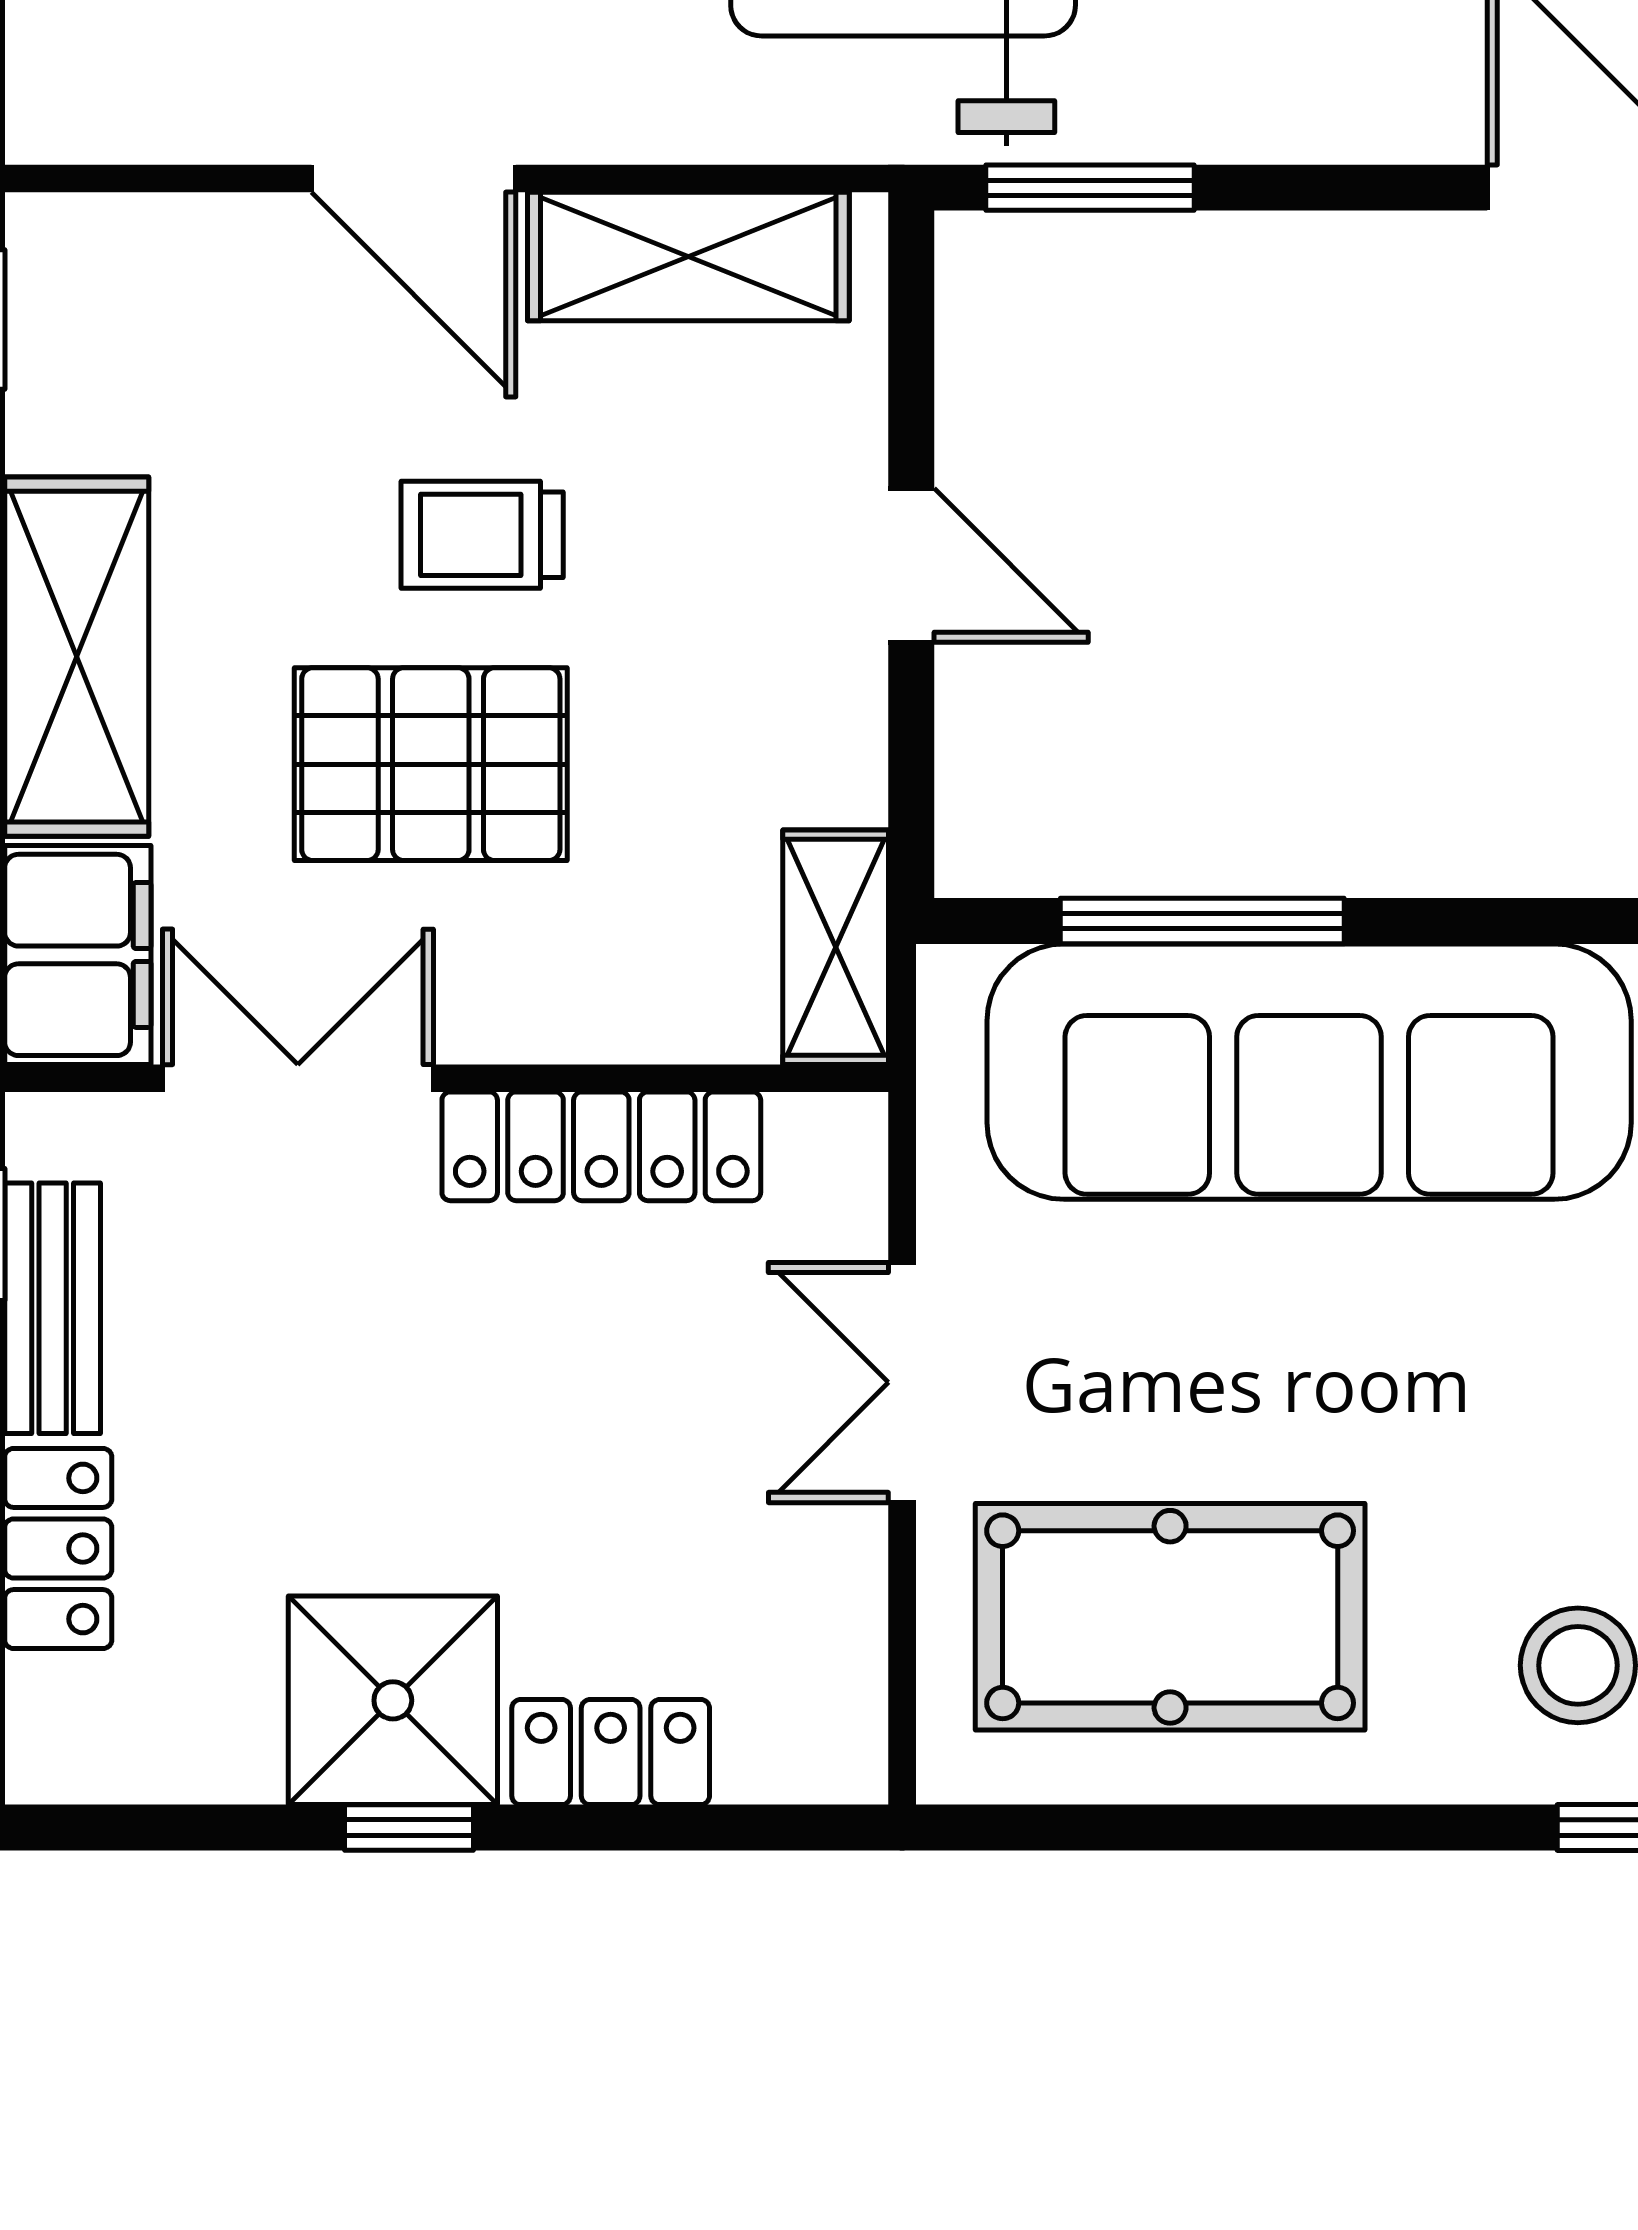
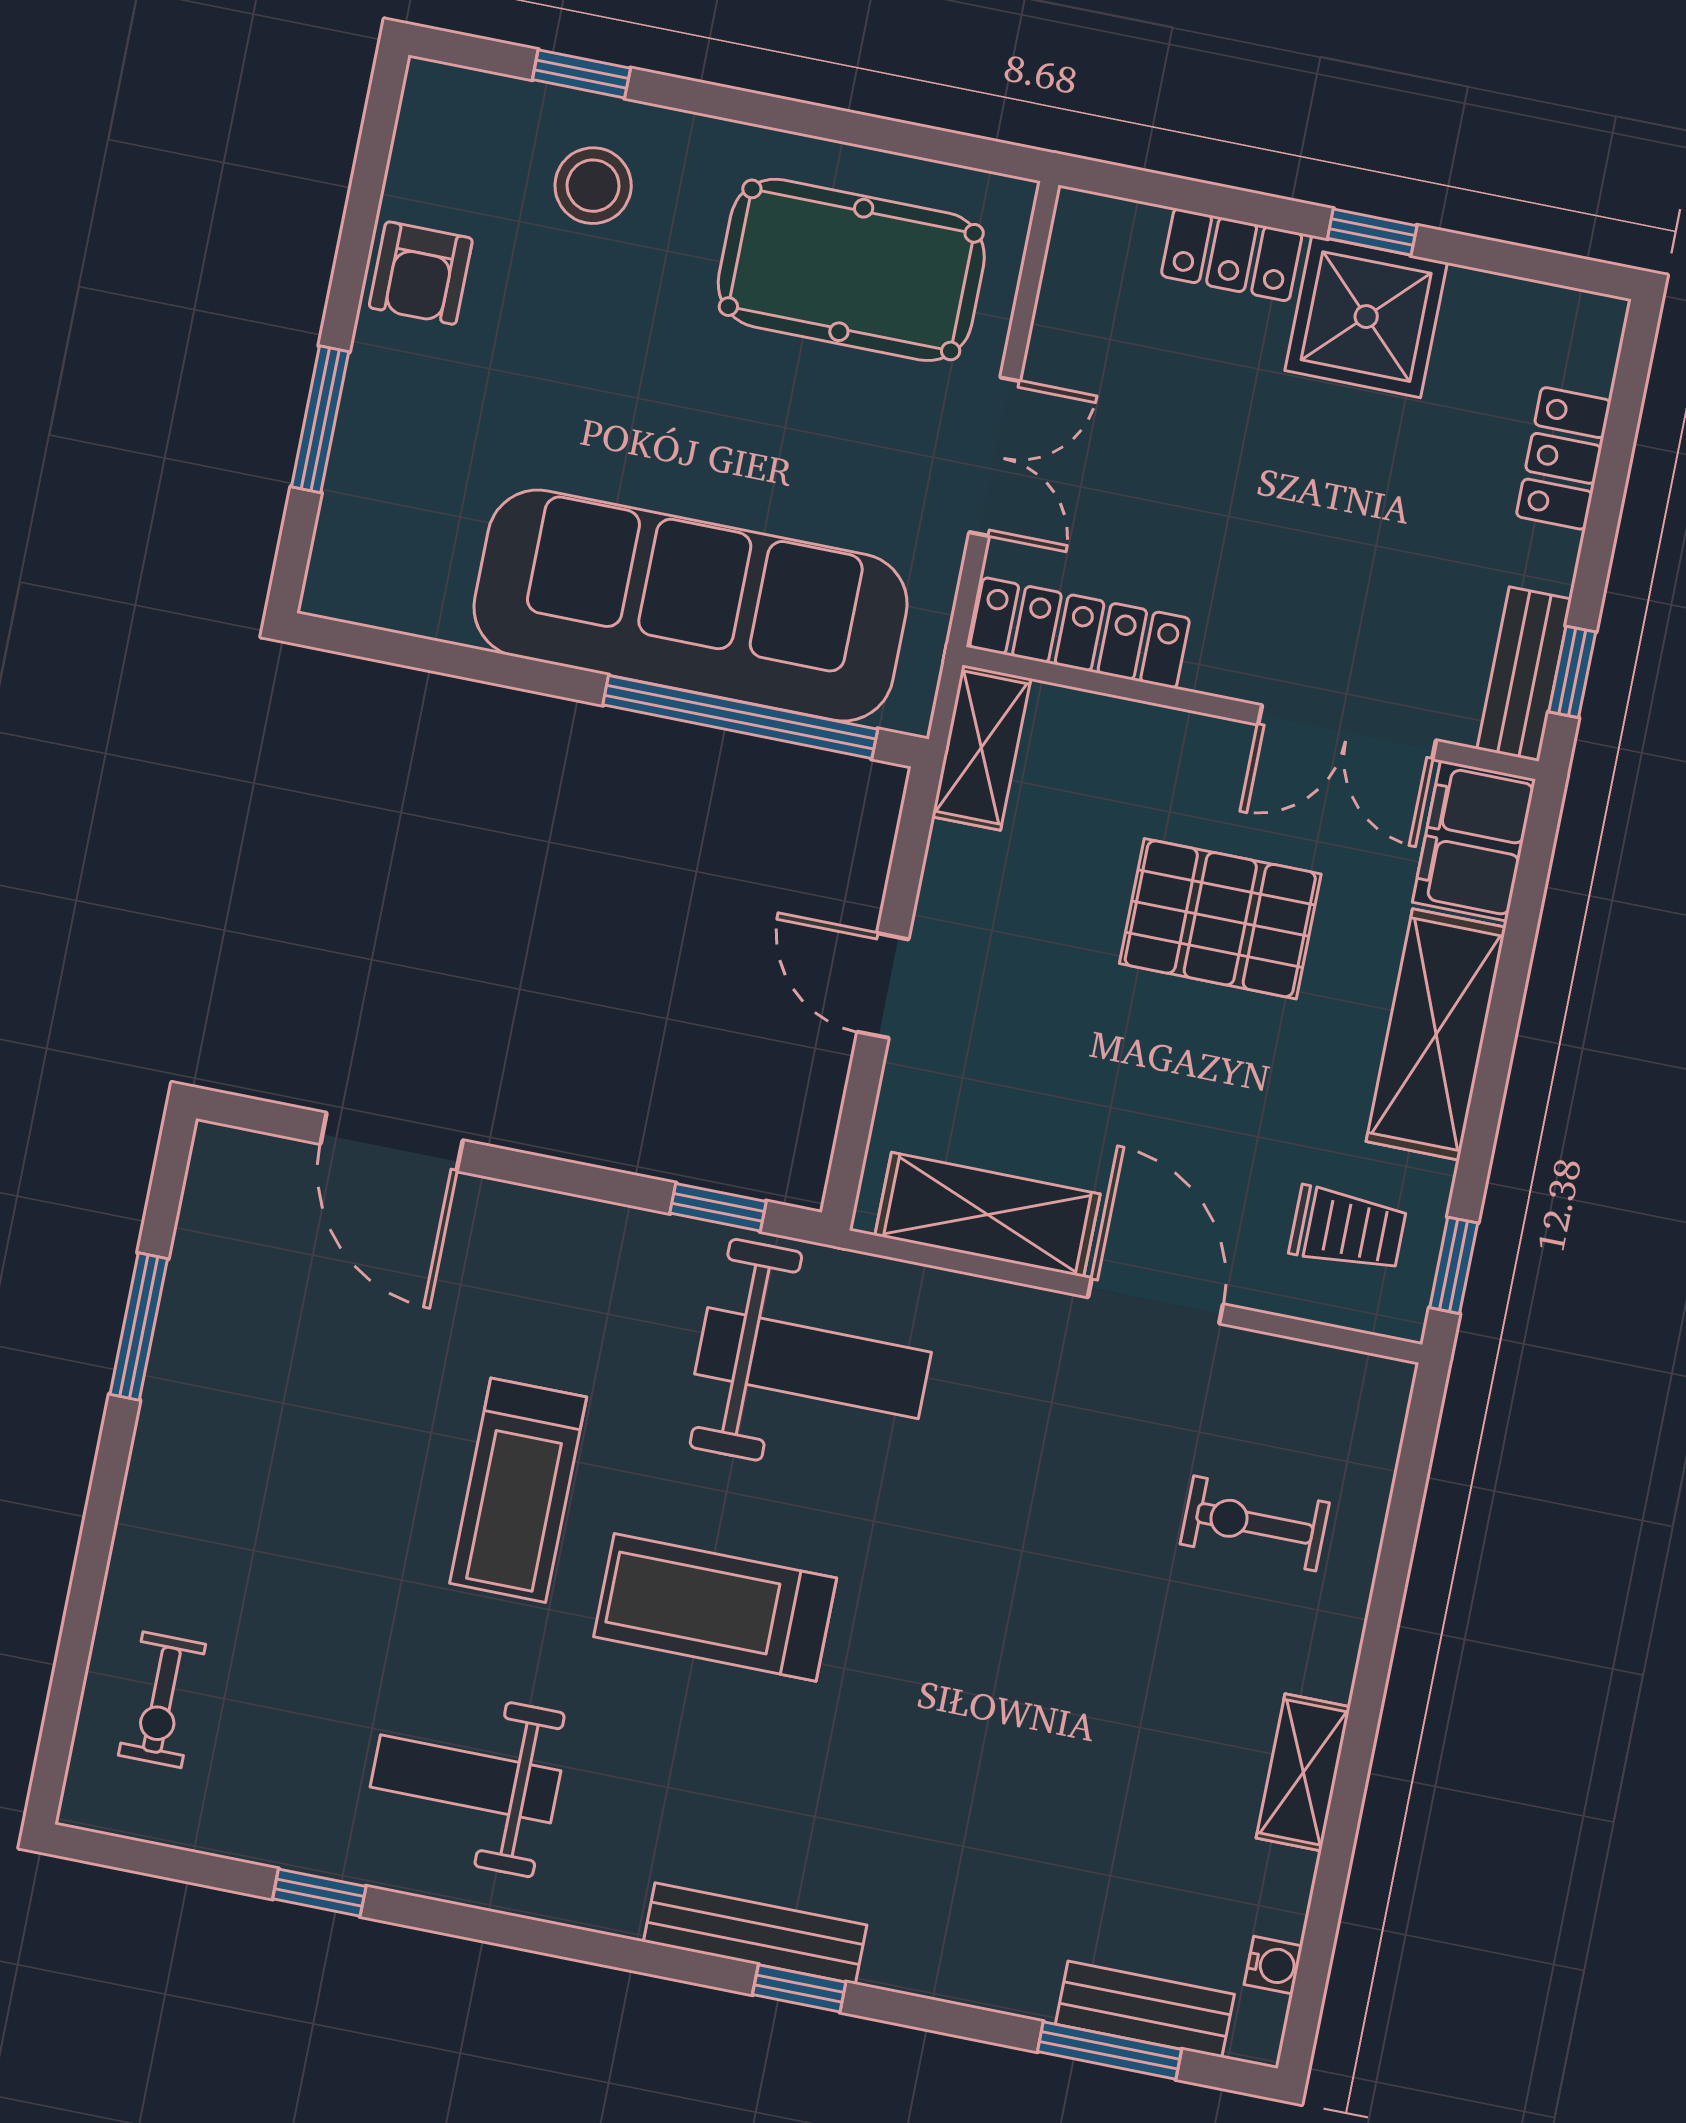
window: (1090, 188) -> (718, 1207), width x0.67
trolley: (482, 535) -> (1348, 1229), moved
window: (1202, 921) -> (740, 717), width x1.46
locker: (601, 1146) -> (1080, 633), moved
bench: (53, 1308) -> (1524, 674), moved

